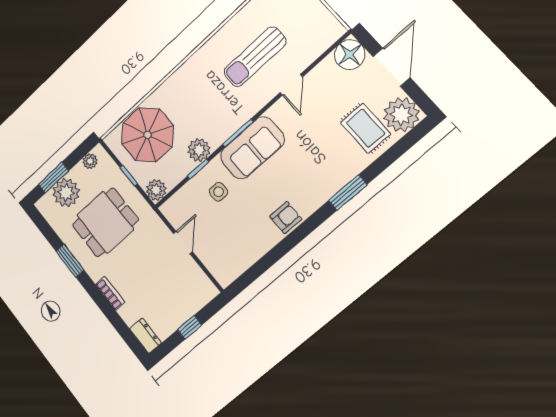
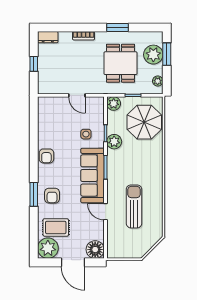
sofa: (252, 148) -> (92, 175), width x1.36
armchair: (329, 168) -> (52, 196), added

